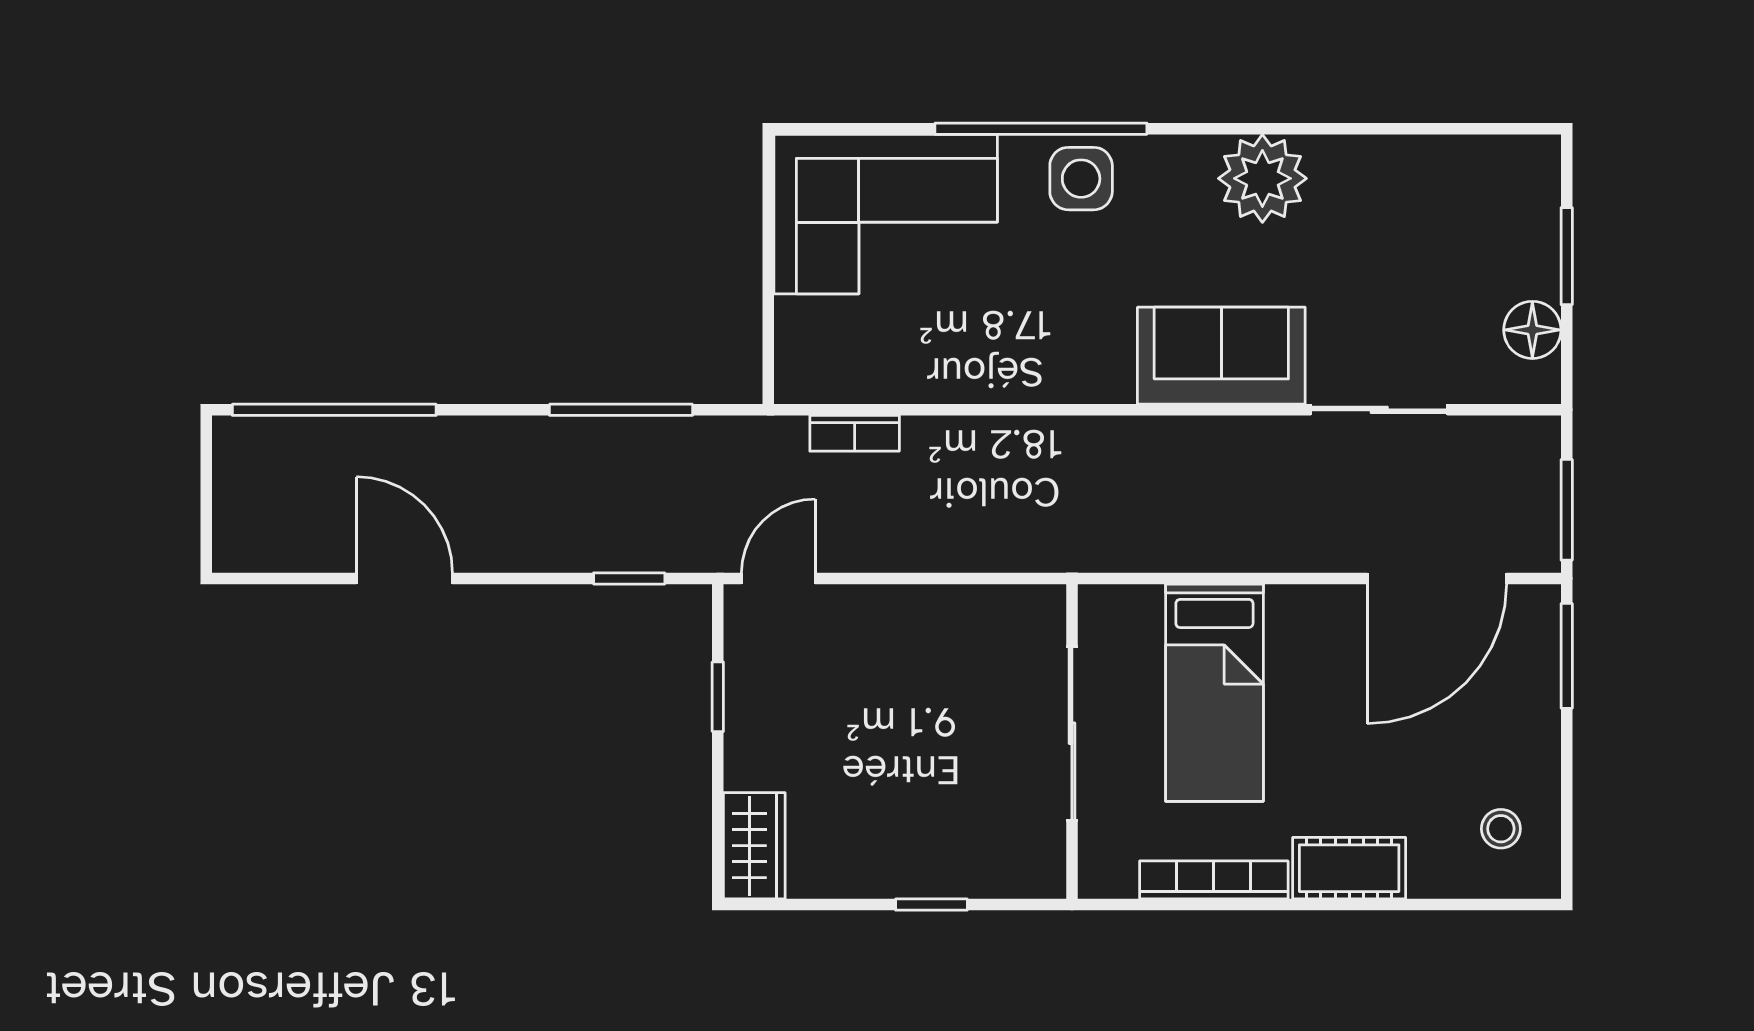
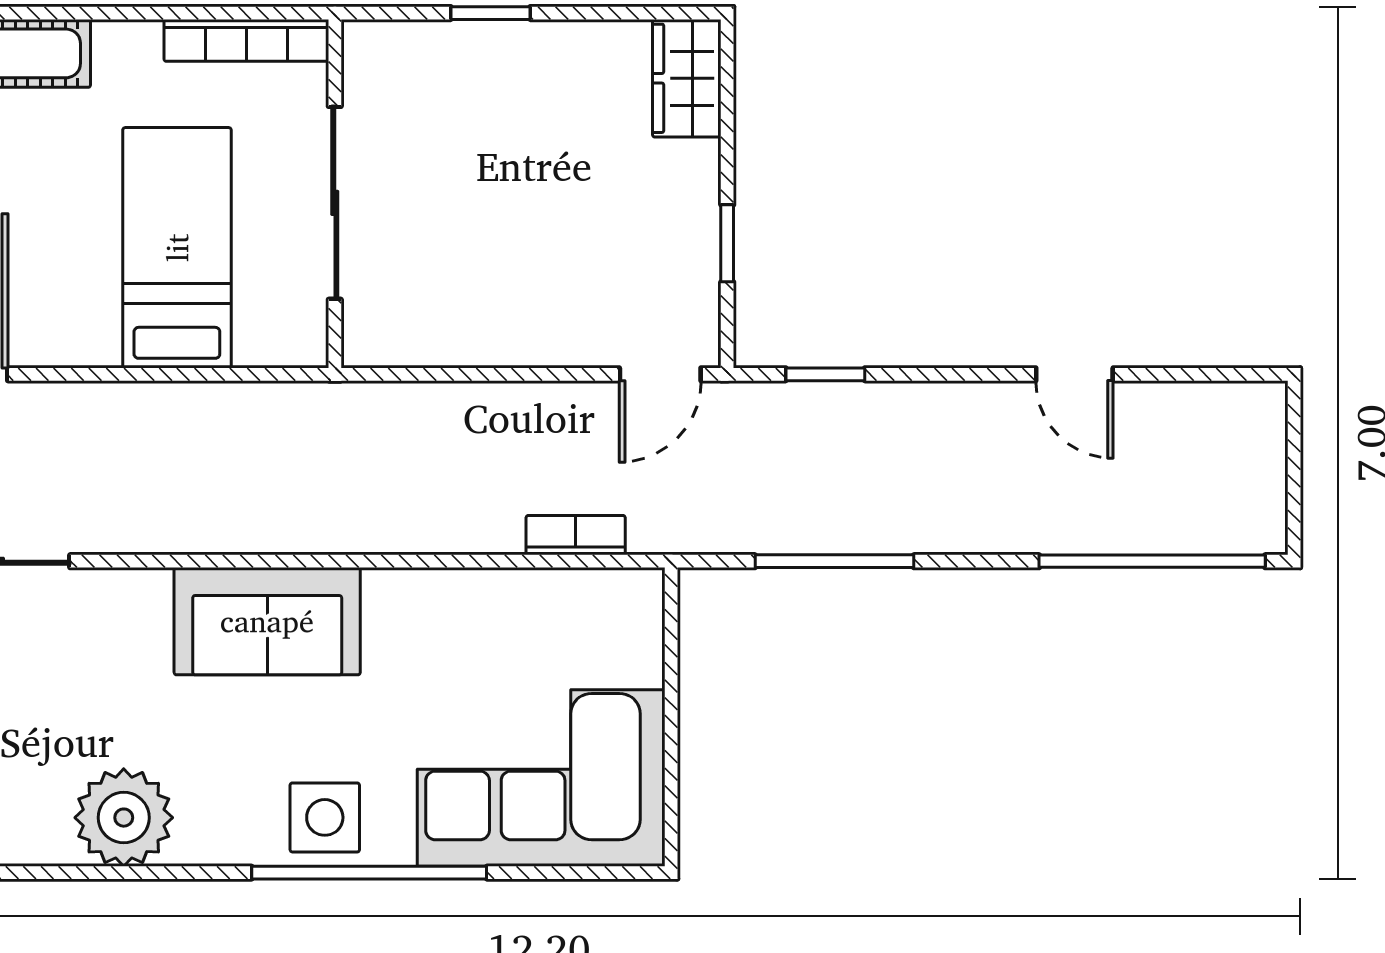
sofa: (1221, 356) -> (267, 621), moved
door: (404, 578) -> (1074, 374), width x0.73
bookcase: (1214, 880) -> (246, 40), moved

